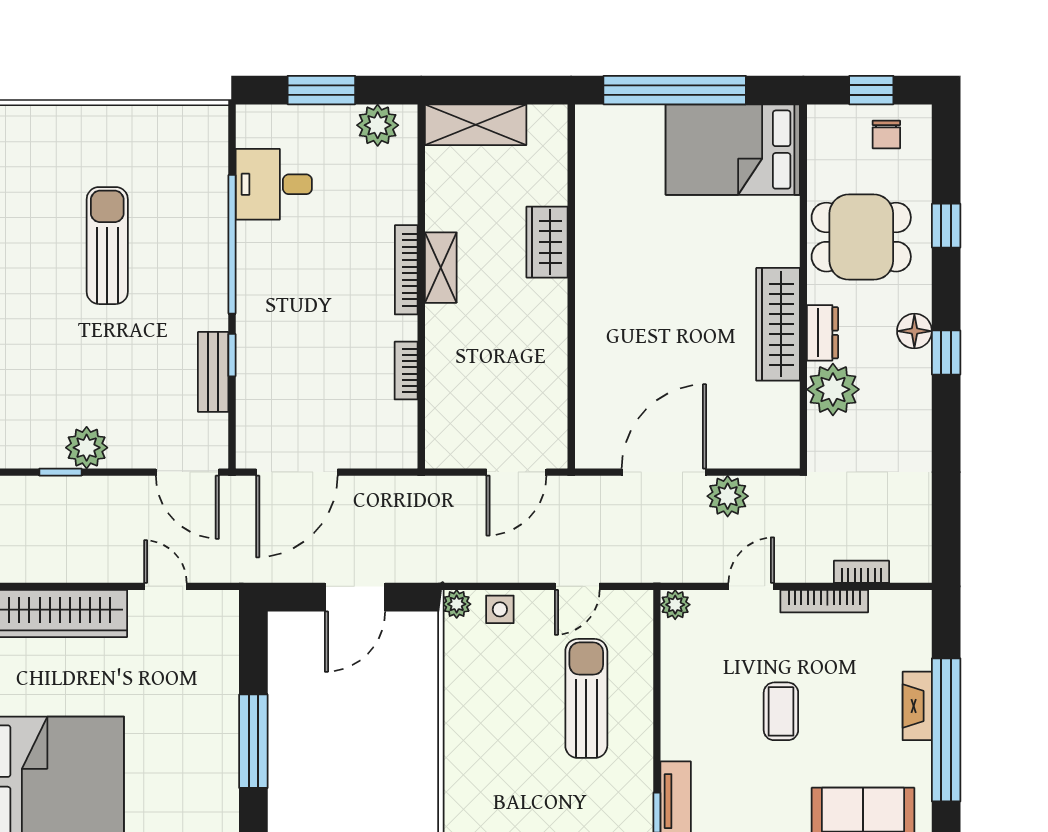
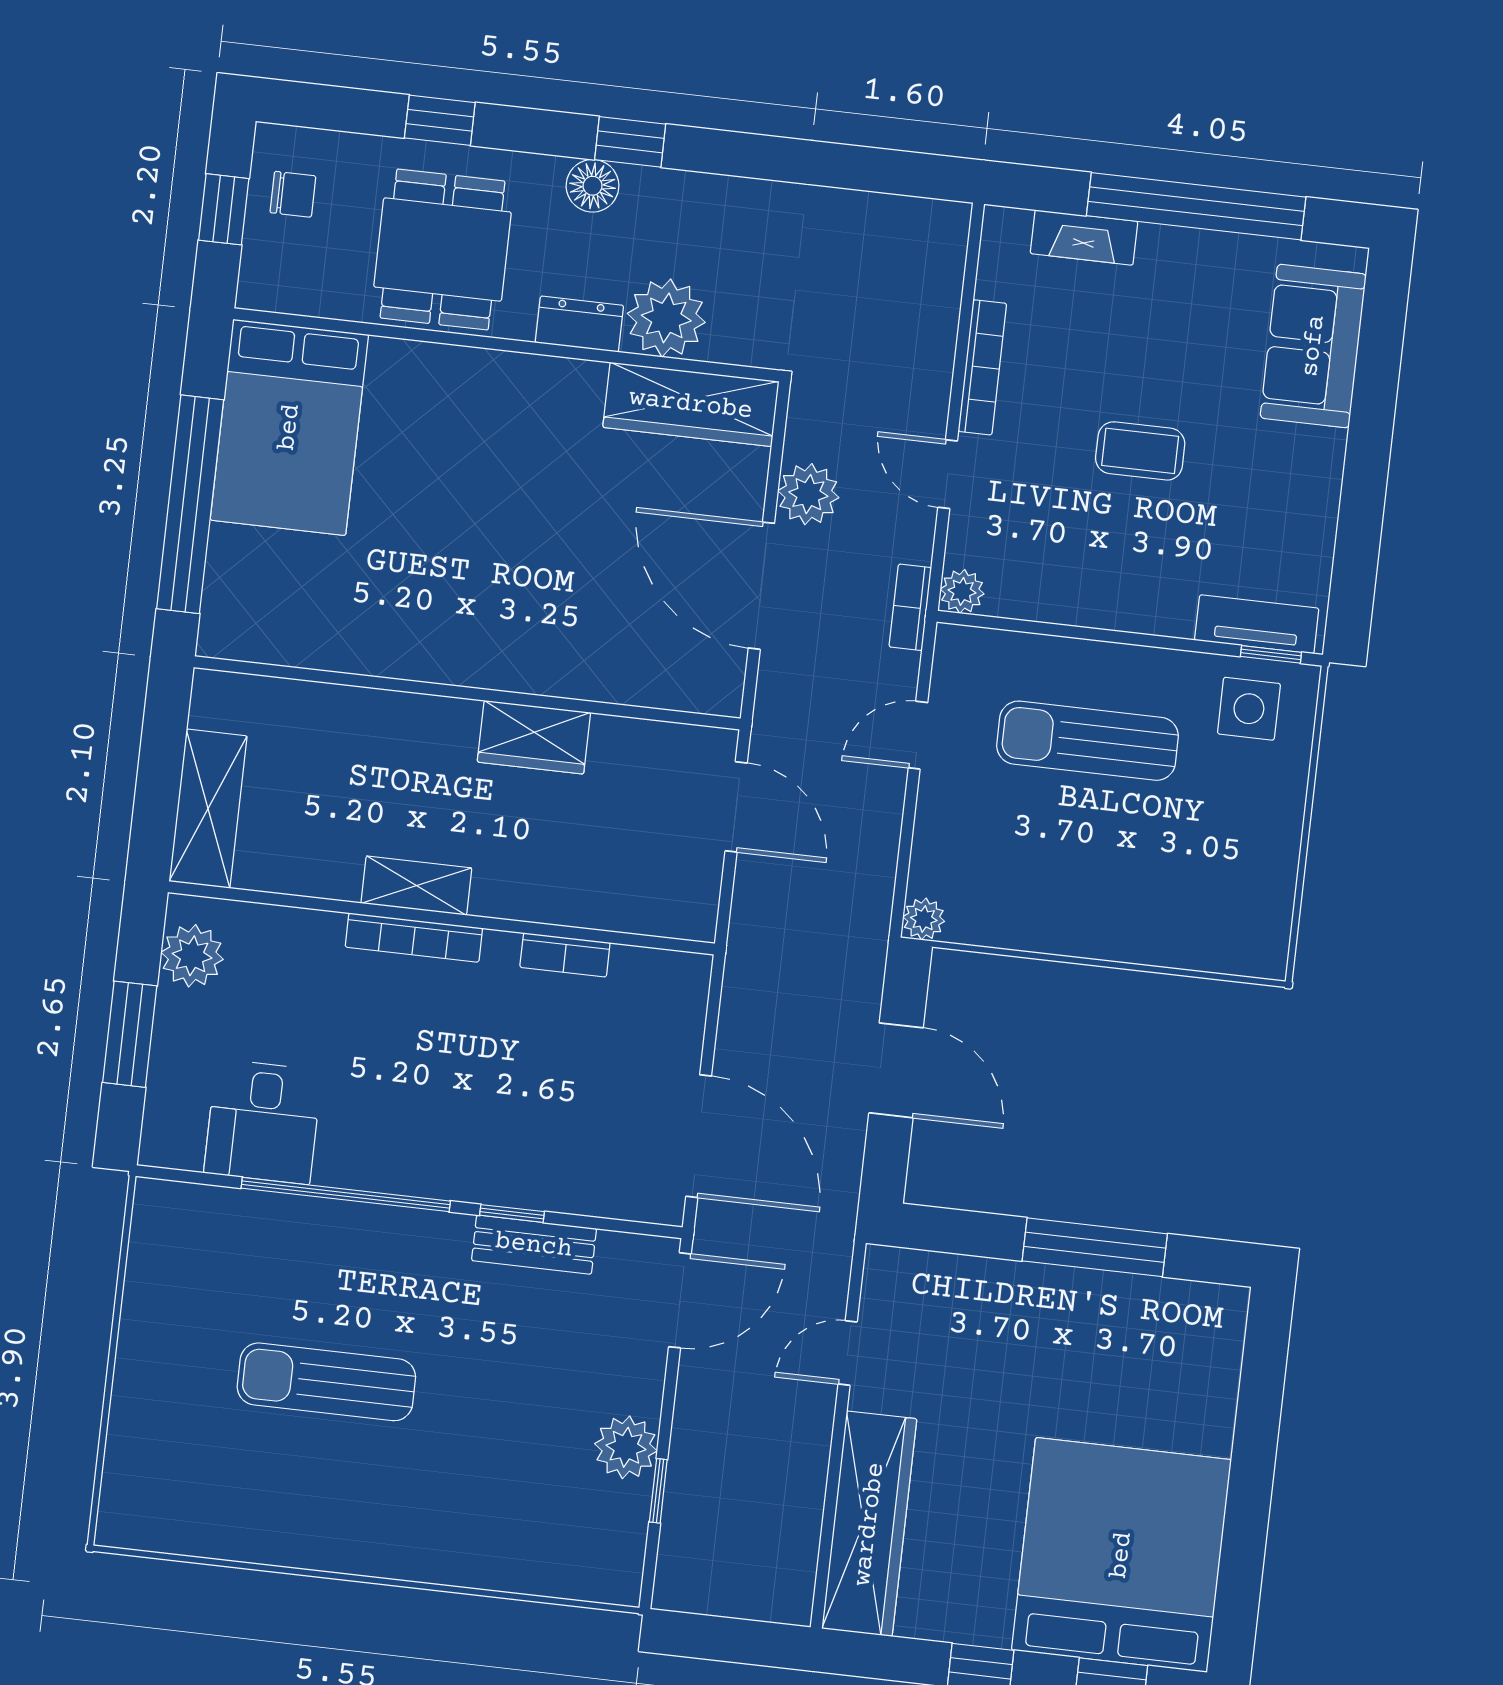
wardrobe: (547, 242) -> (534, 737), moved
wardrobe: (778, 324) -> (691, 404), moved
bookcase: (861, 572) -> (910, 607), moved
door: (577, 586) -> (918, 735), swing flipped
side table: (500, 609) -> (1249, 709), moved, width x1.37, depth x1.37
fireplace: (917, 706) -> (1084, 238), moved

